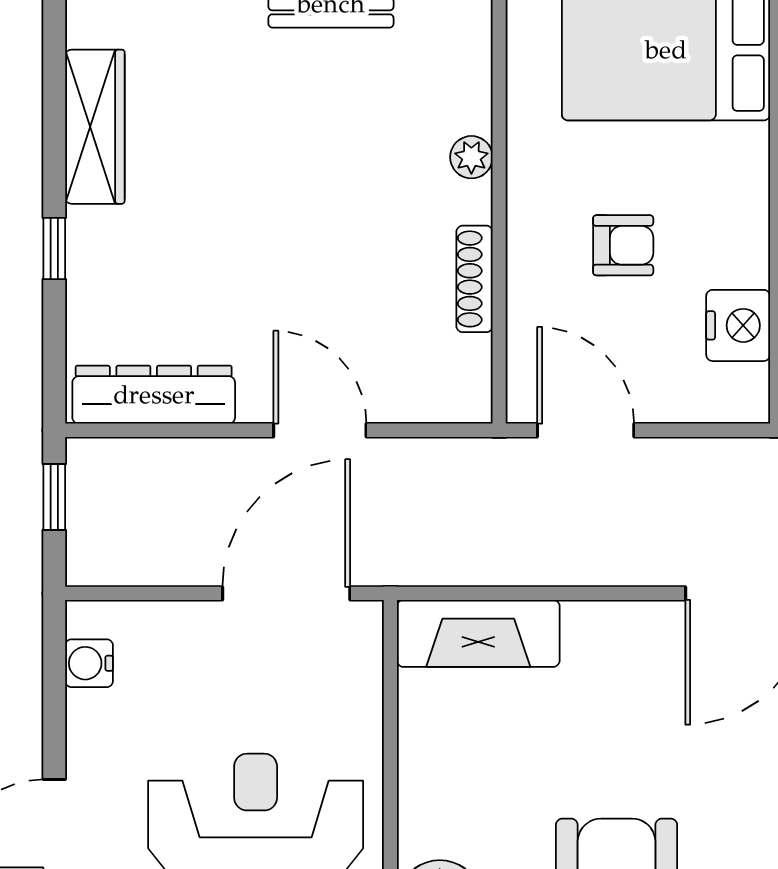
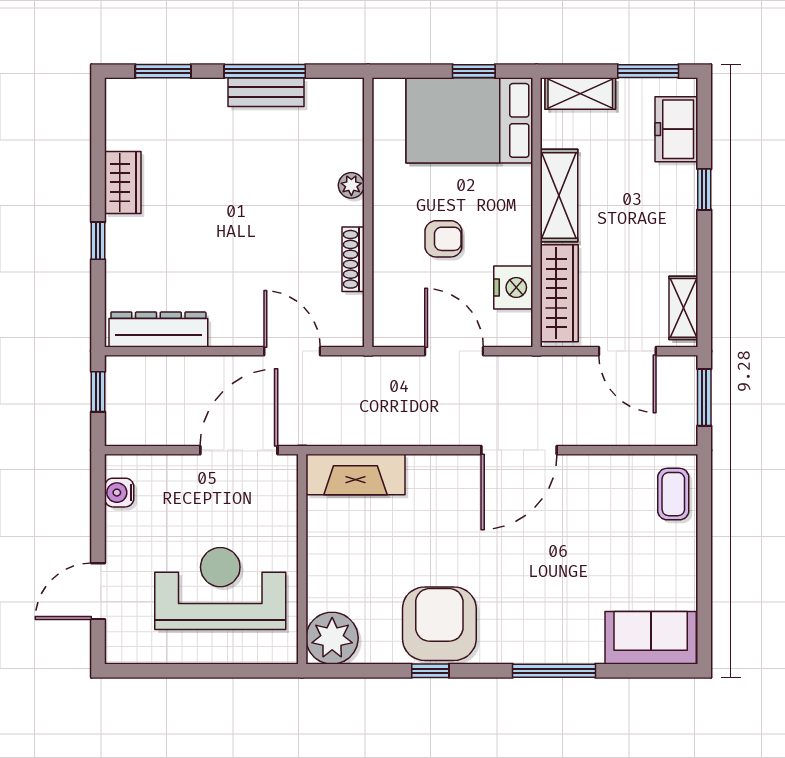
wardrobe: (95, 127) -> (123, 182), width x0.67
door: (320, 430) -> (292, 351), moved
door: (586, 430) -> (454, 351), moved

